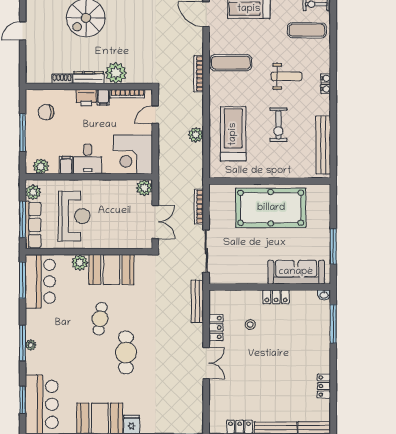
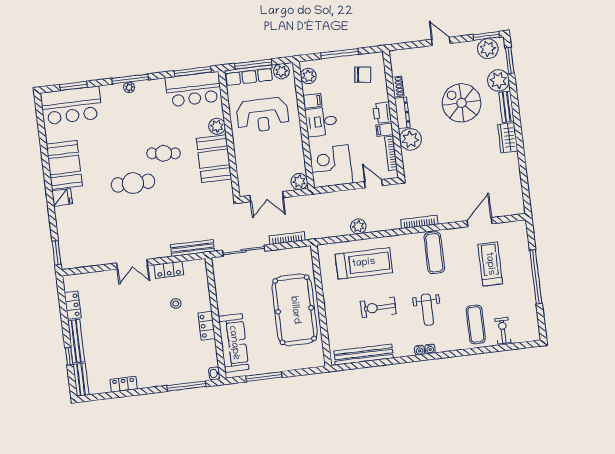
chair: (46, 112) -> (363, 75), turned 97

